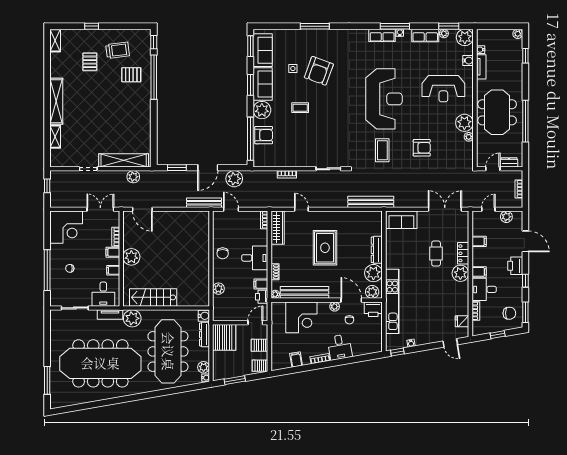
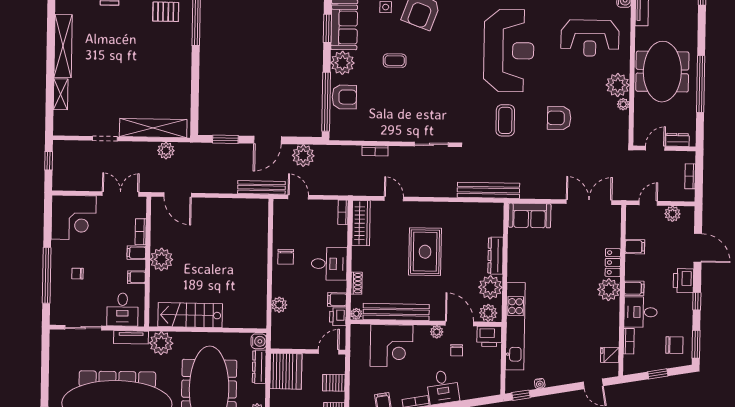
armchair: (422, 148) -> (559, 118), turned 180
cafe table: (436, 254) -> (576, 262), removed

